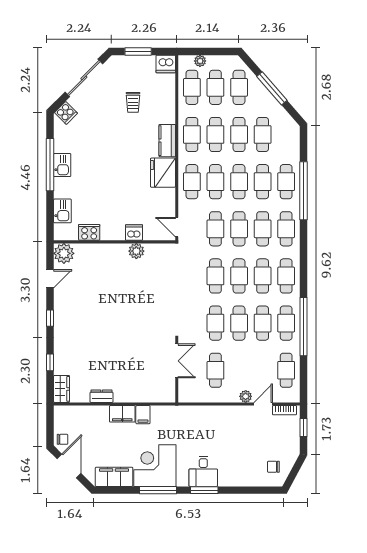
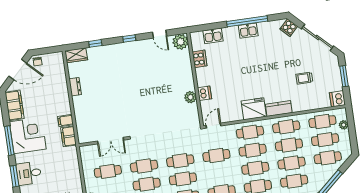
cafe table: (239, 229) -> (219, 174), removed
filing cabinet: (122, 414) -> (68, 136), moved

